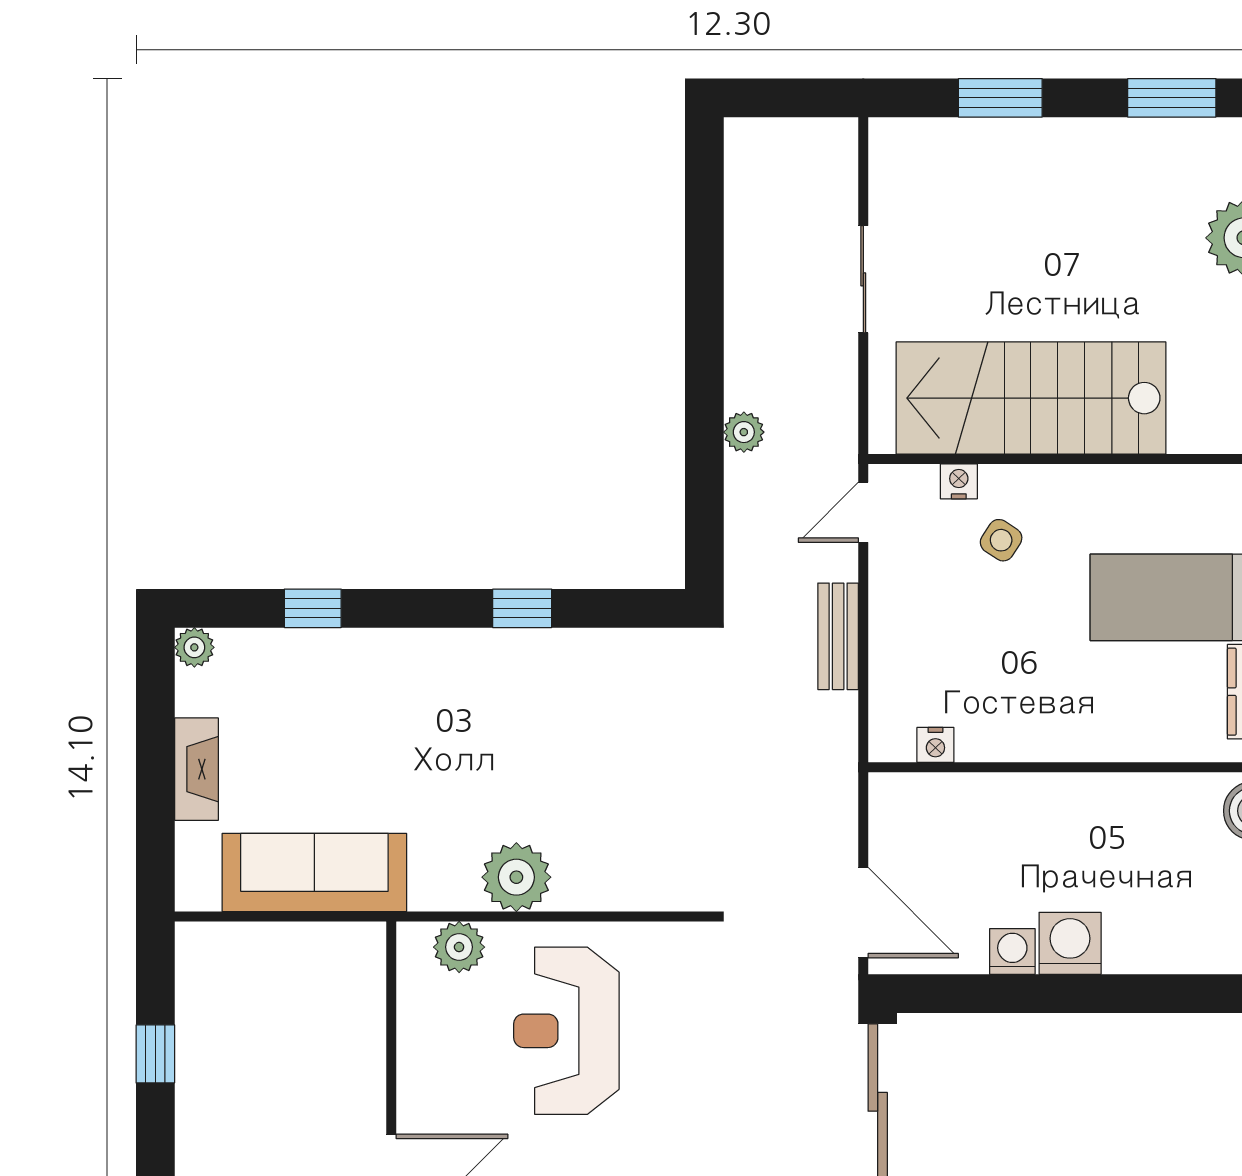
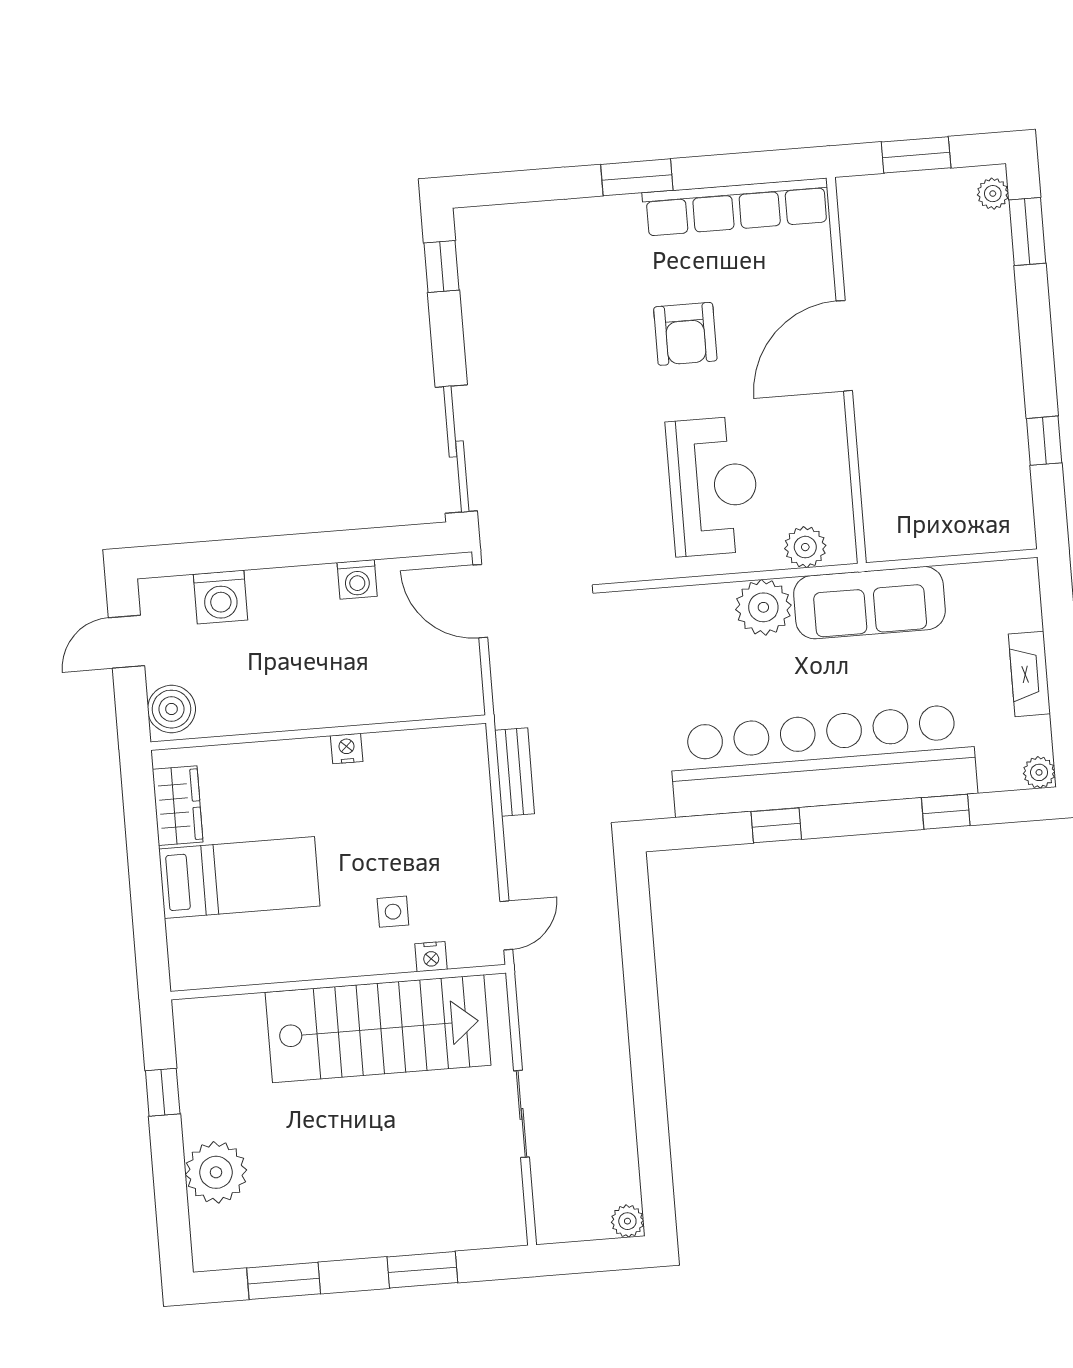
plant: (744, 432) -> (627, 1221), moved
side table: (1001, 540) -> (393, 912), turned -33
bench: (838, 636) -> (515, 772), moved
bar counter: (458, 683) -> (823, 760), added
nightstand: (935, 745) -> (347, 749), moved
sofa: (314, 873) -> (869, 603), moved
washing machine: (1070, 943) -> (220, 597), moved

